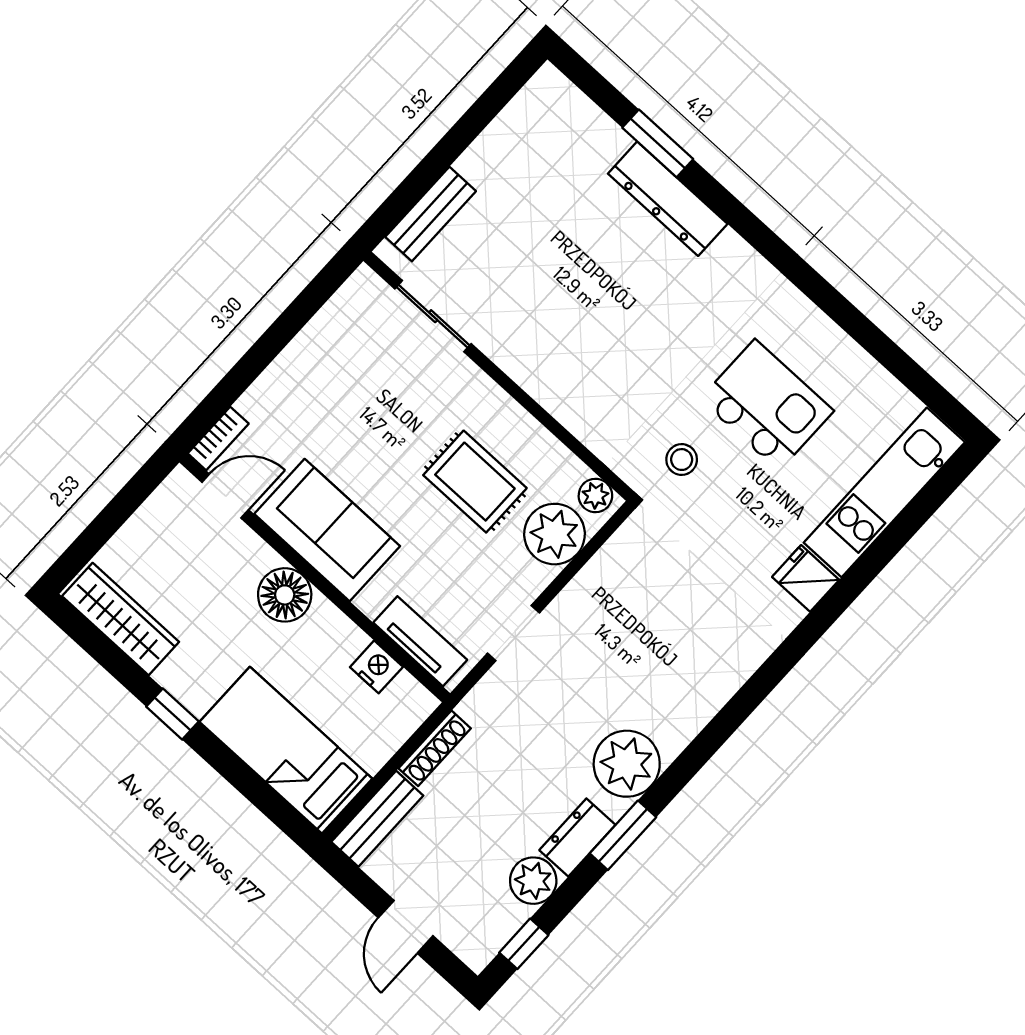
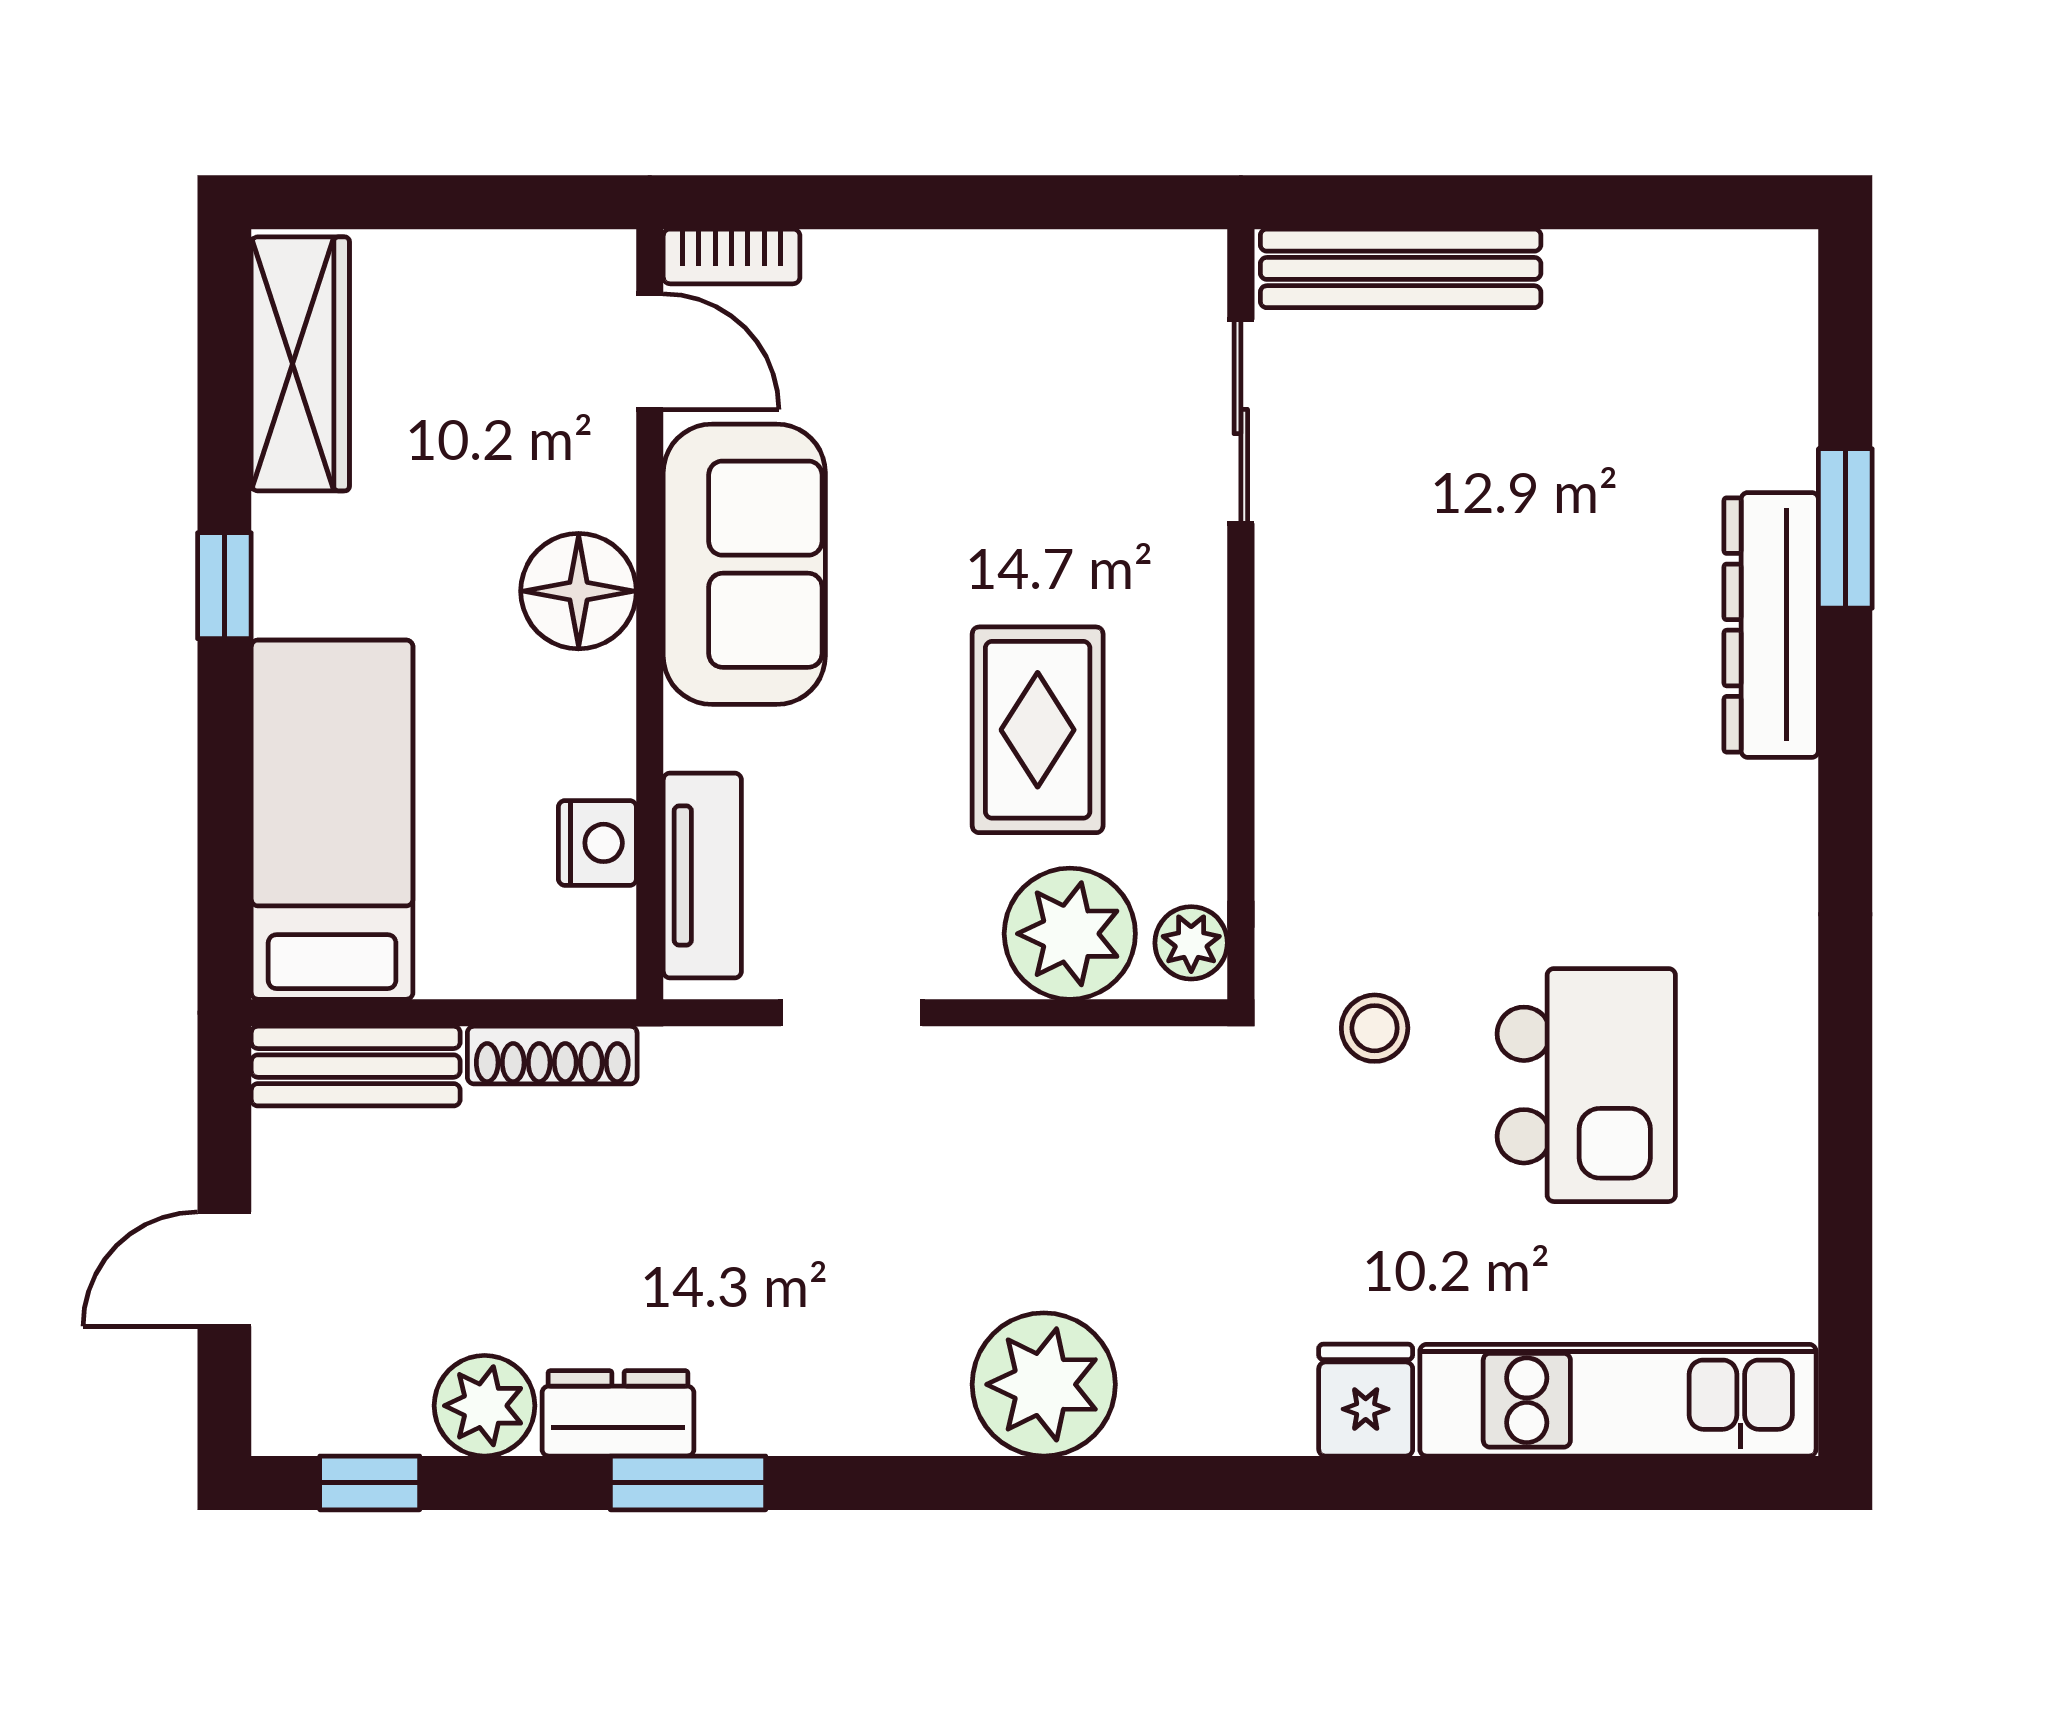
bench: (431, 214) -> (1401, 268), width x1.36
plant: (627, 764) -> (1044, 1384), moved

